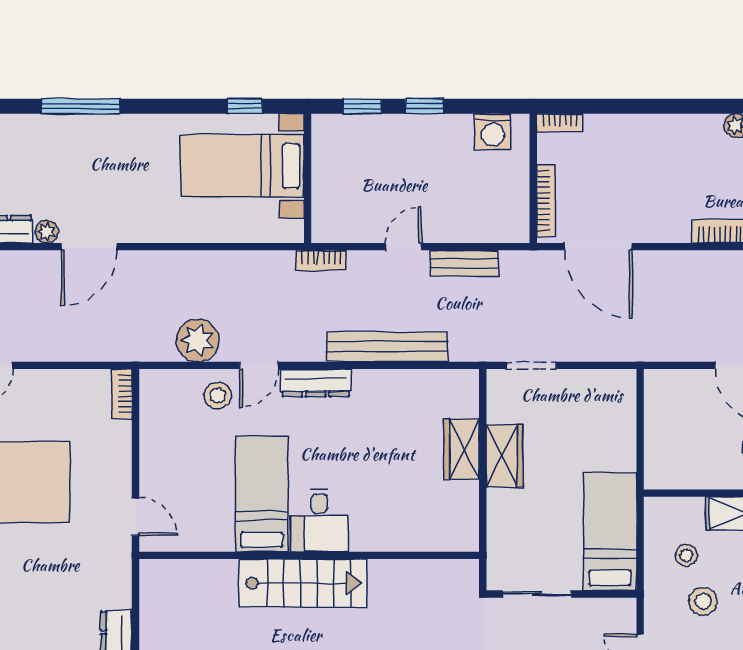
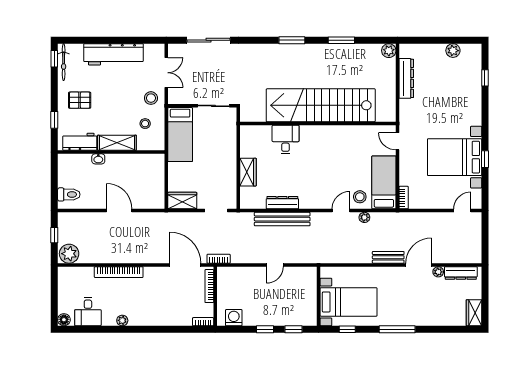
window: (81, 106) -> (397, 329), moved
bookcase: (321, 260) -> (219, 259), moved
bench: (464, 263) -> (388, 257), moved
plant: (198, 340) -> (364, 217), width x0.53, depth x0.53
dresser: (316, 383) -> (282, 203), moved
wardrobe: (505, 456) -> (182, 201), moved, turned 90
bed: (262, 494) -> (384, 182), moved, turned 180
desk: (319, 521) -> (286, 139), moved
stairs: (303, 583) -> (321, 105), width x1.86, depth x1.51
stool: (703, 601) -> (151, 98), moved

